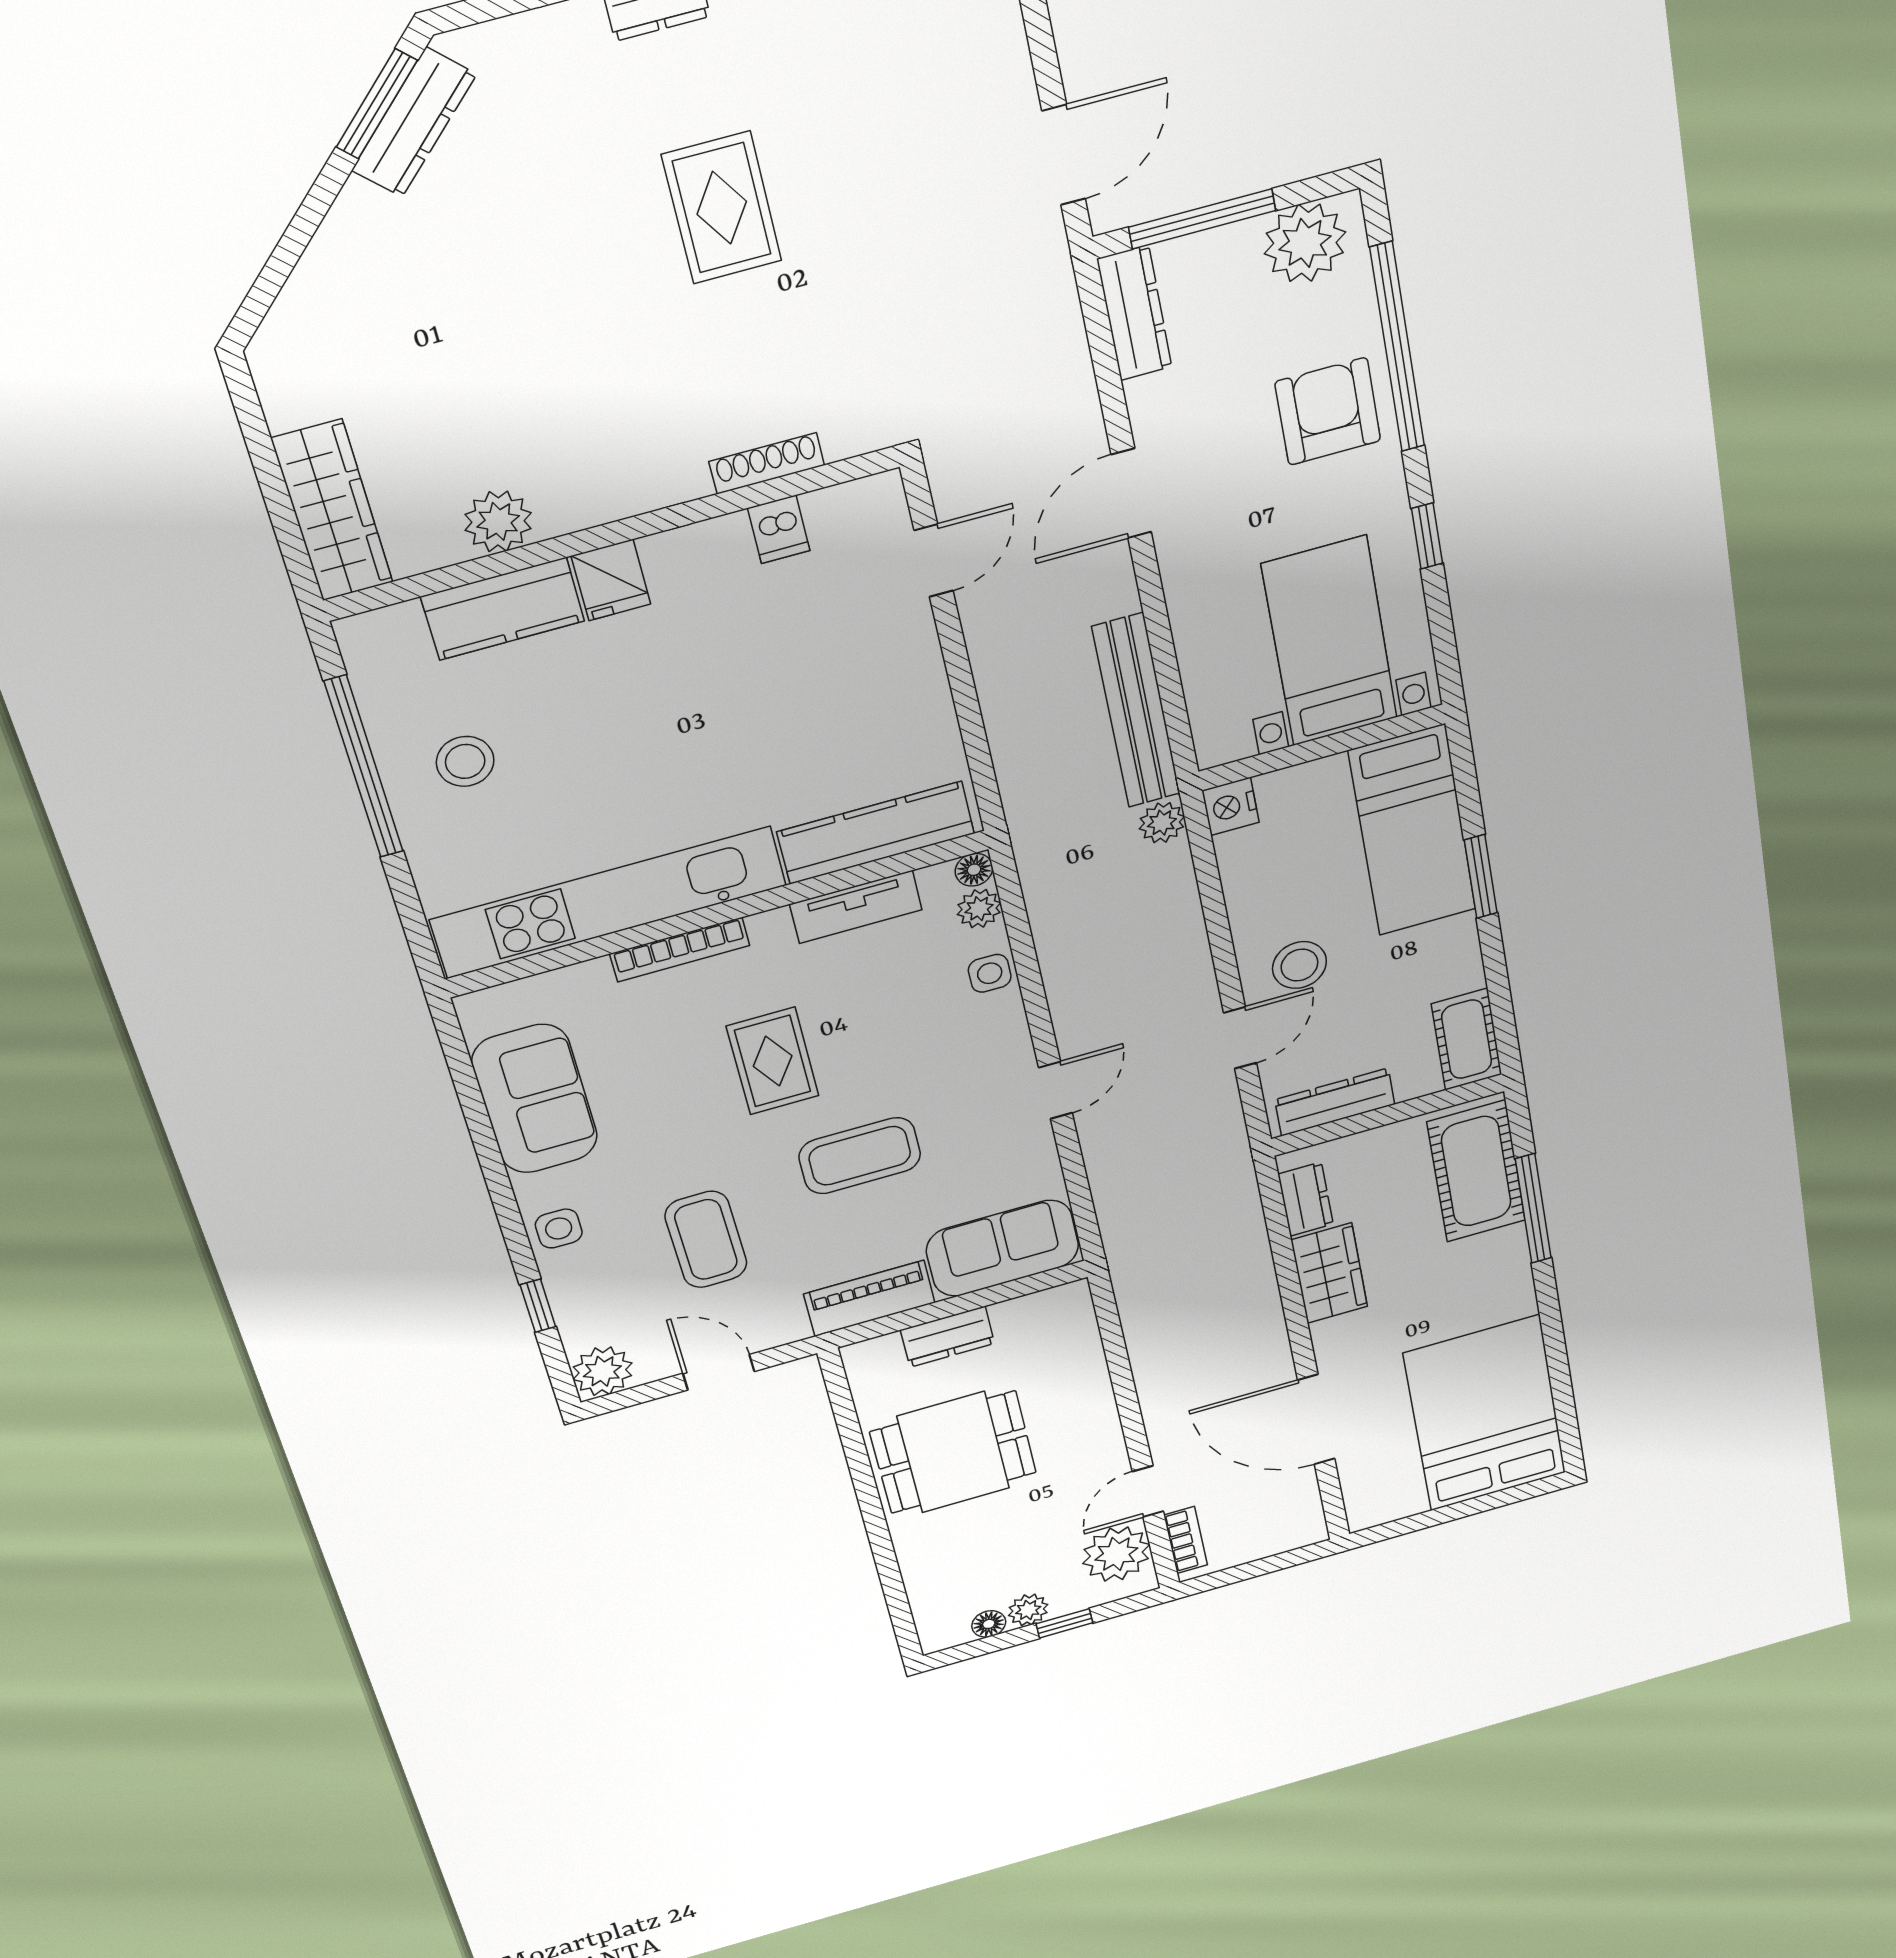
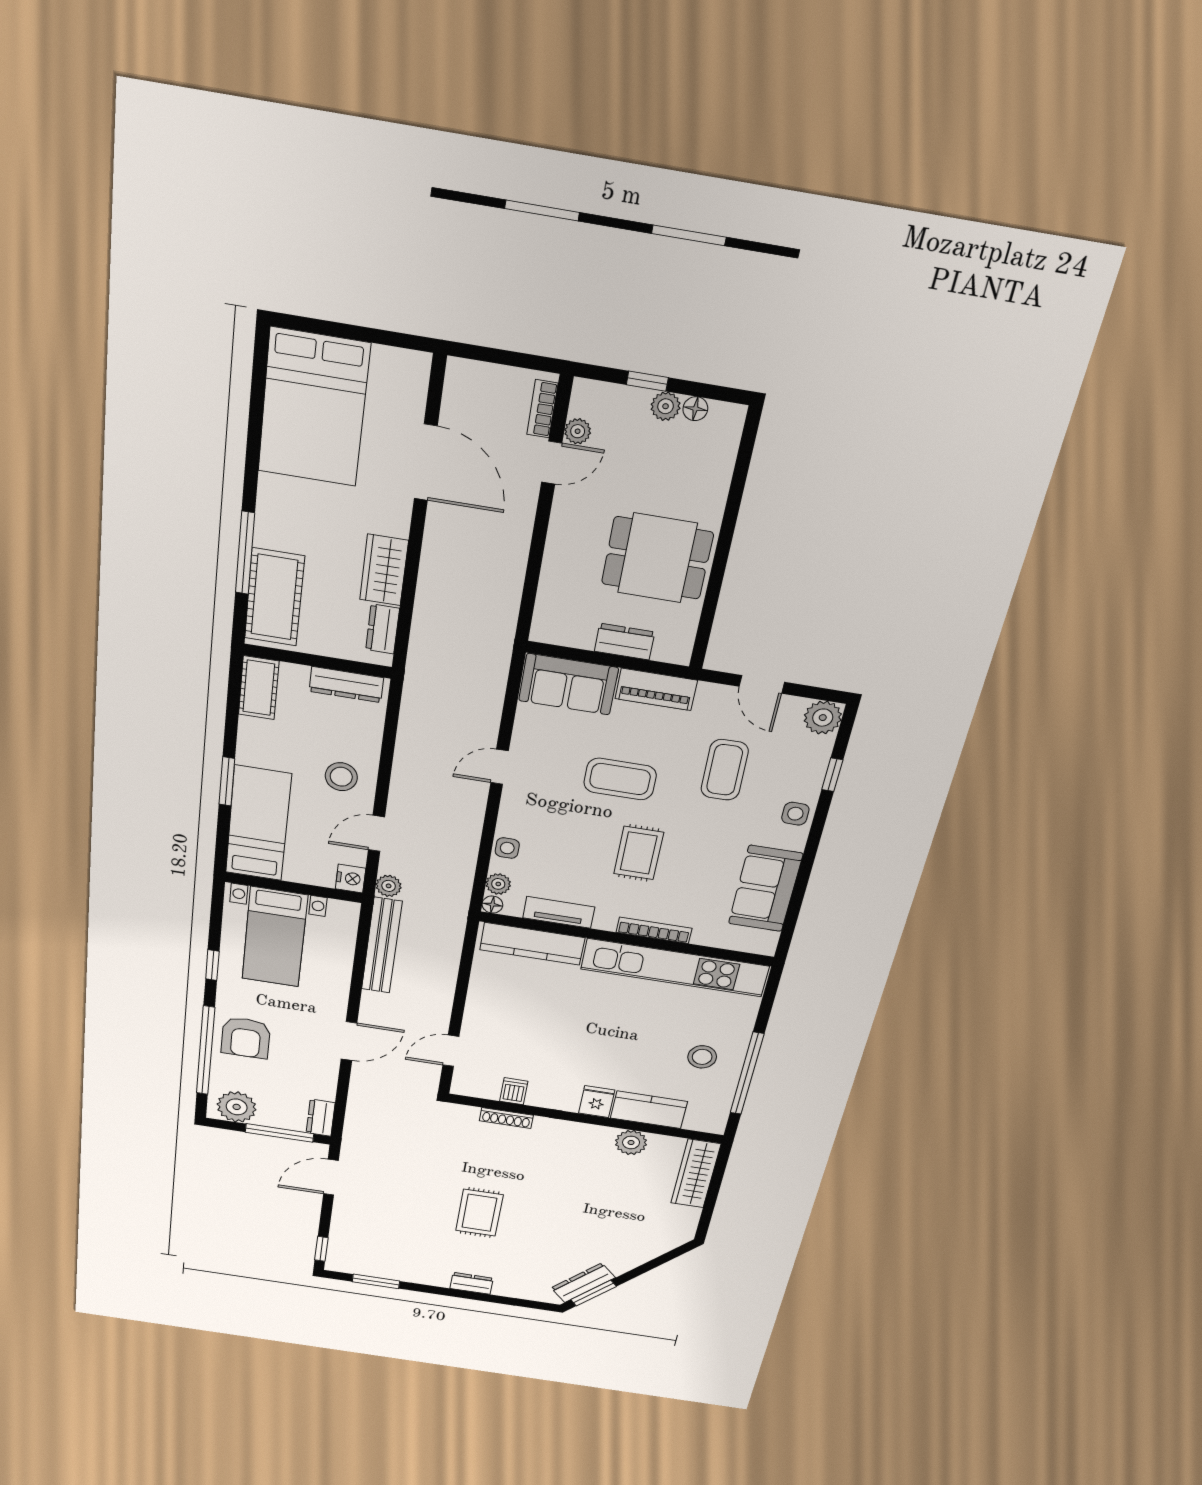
dresser: (1134, 313) -> (321, 1118), width x0.70
door: (1240, 1038) -> (376, 833), moved
plant: (1116, 1554) -> (578, 431), width x0.53, depth x0.53

